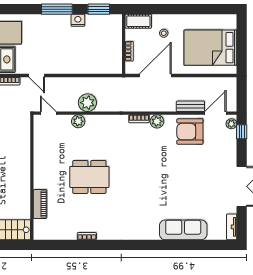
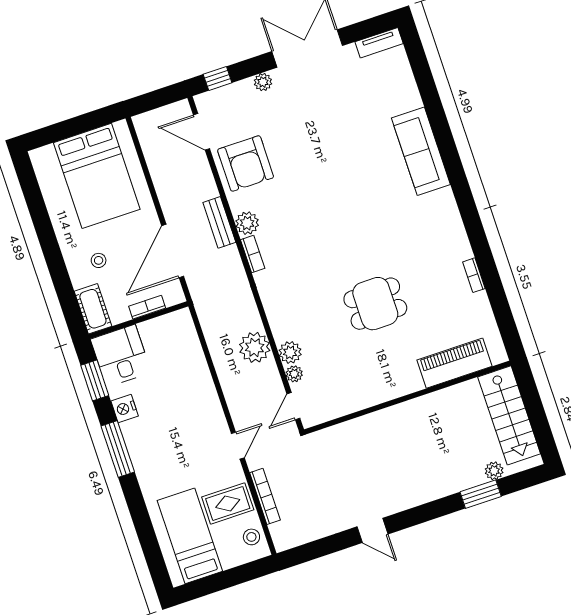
desk: (107, 28) -> (121, 356), added
door: (155, 76) -> (173, 251), hinge flipped
bench: (190, 106) -> (219, 222), moved
plant: (66, 120) -> (294, 374), added
plant: (231, 124) -> (263, 82), moved
dining table: (89, 177) -> (375, 304), width x0.73
piano: (40, 204) -> (454, 363), width x1.37, depth x1.33
sofa: (183, 230) -> (421, 151), moved

